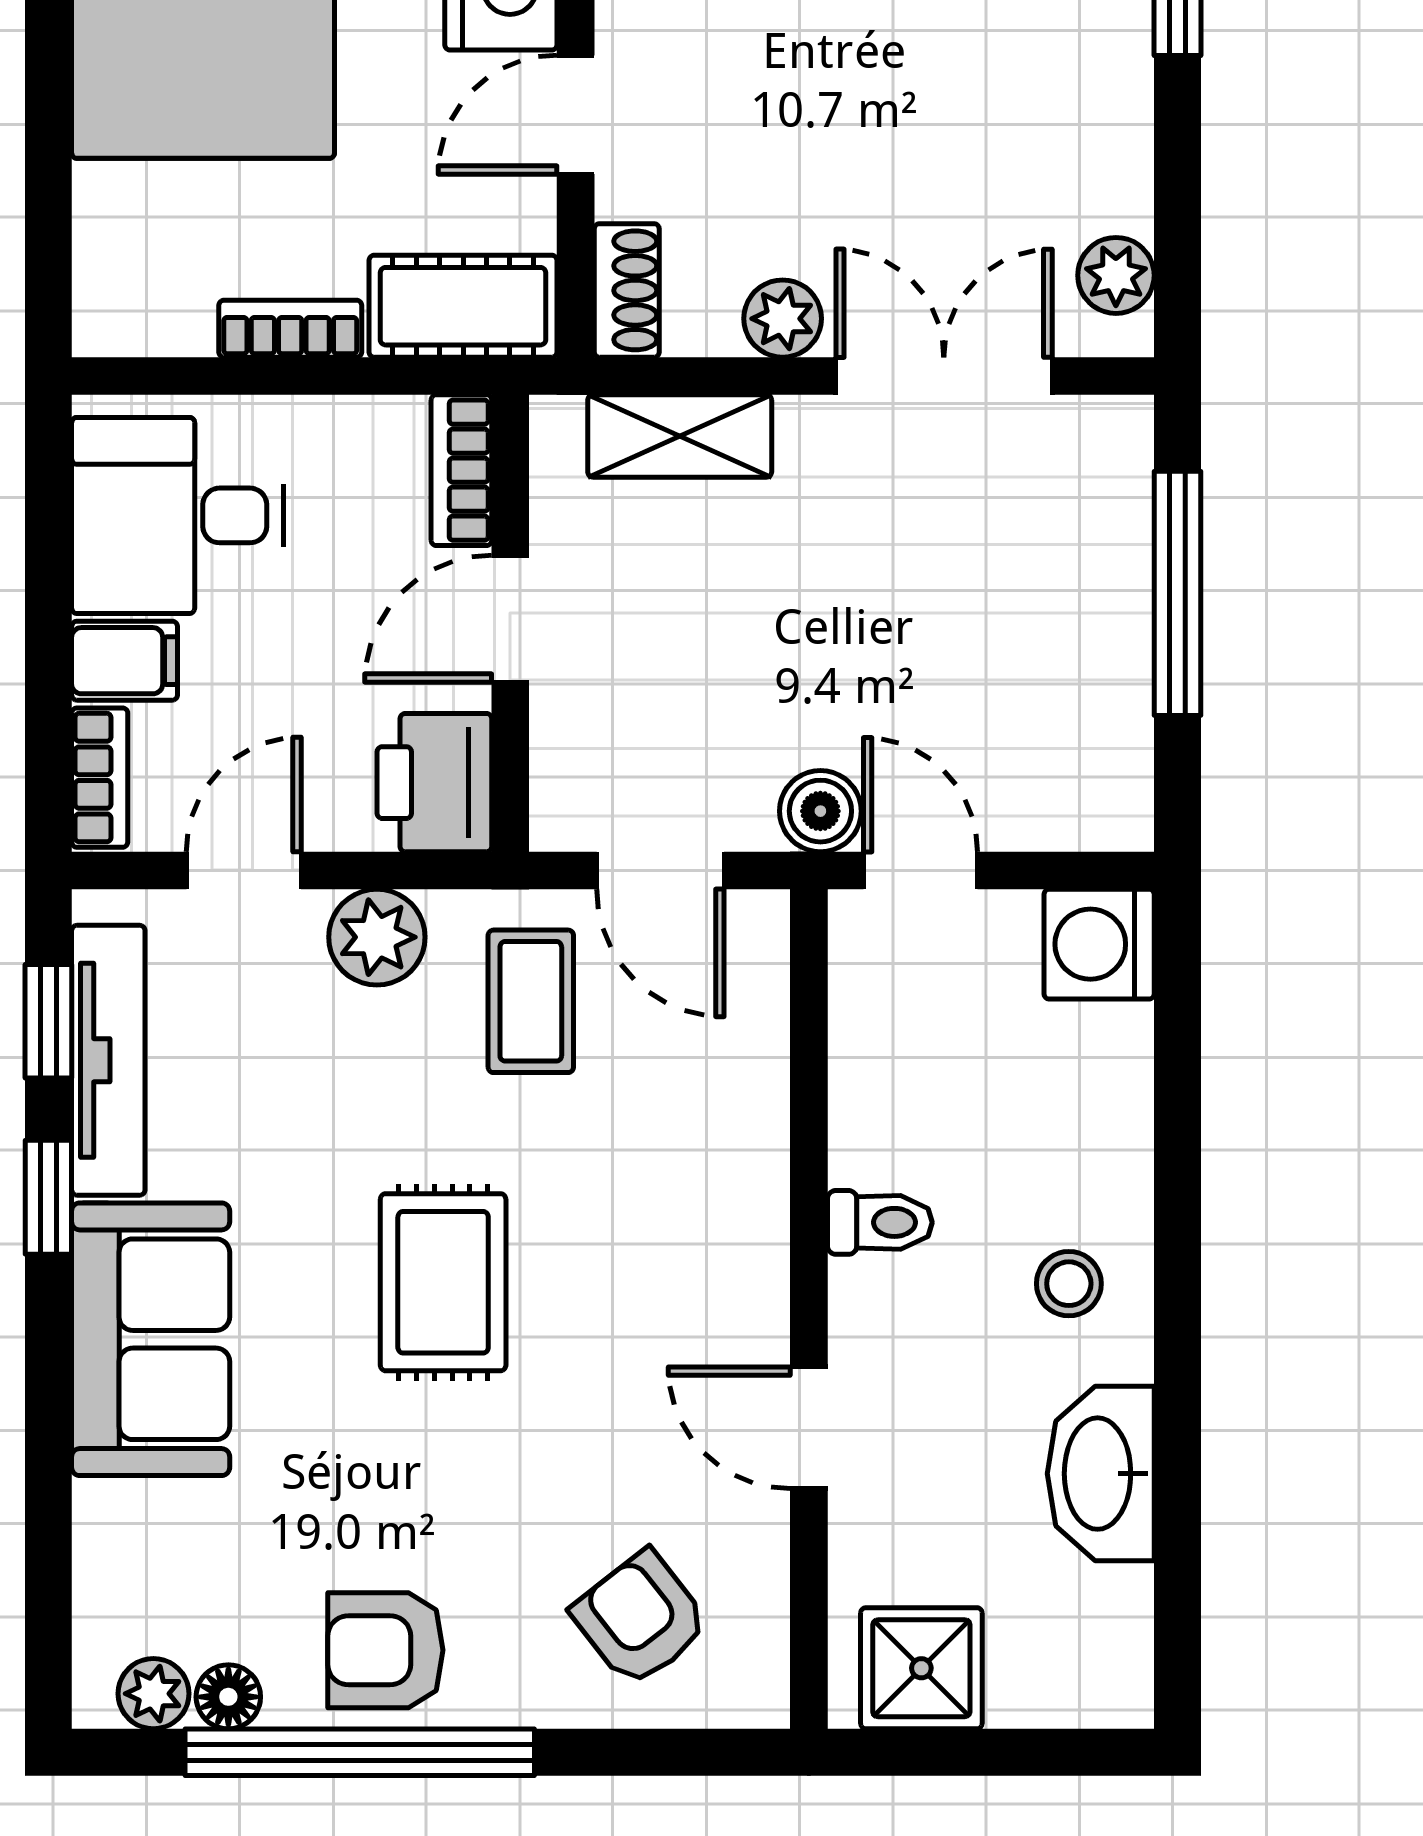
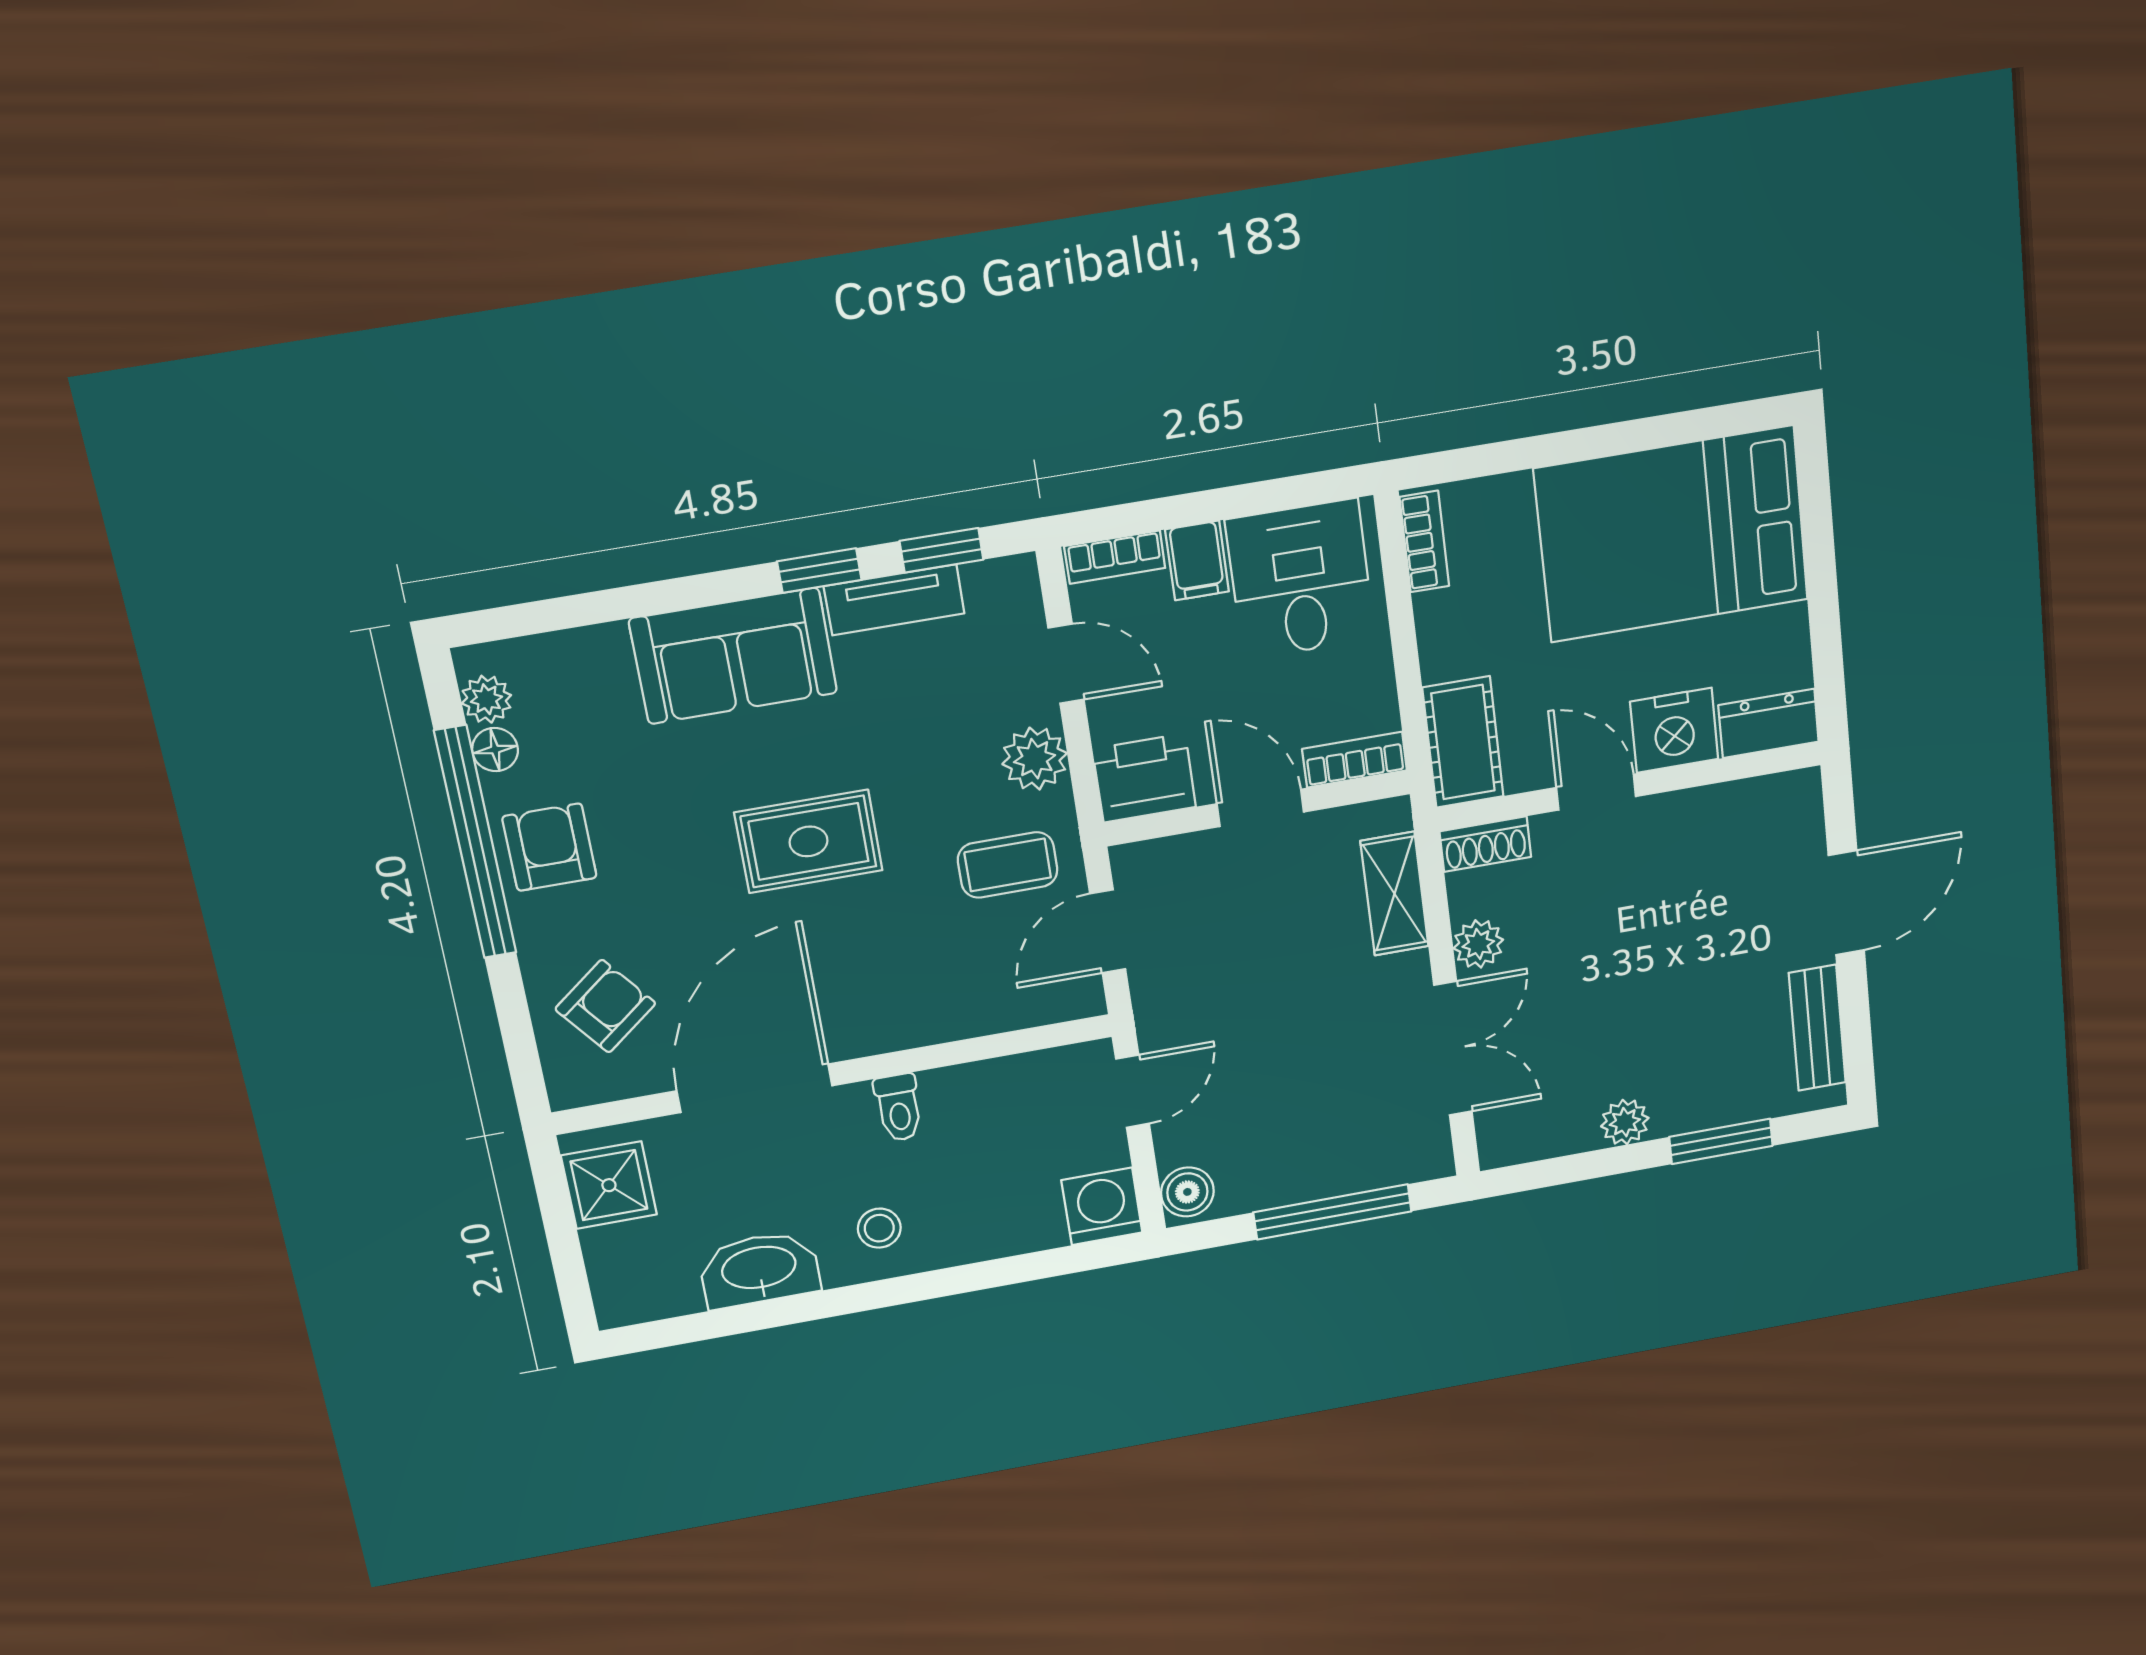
plant: (1116, 275) -> (1625, 1122), moved
bookcase: (290, 329) -> (1424, 542), moved
boiler: (820, 811) -> (1187, 1192), moved
tv unit: (108, 1060) -> (894, 600), width x0.71
door: (809, 1428) -> (755, 1088), width x1.88

